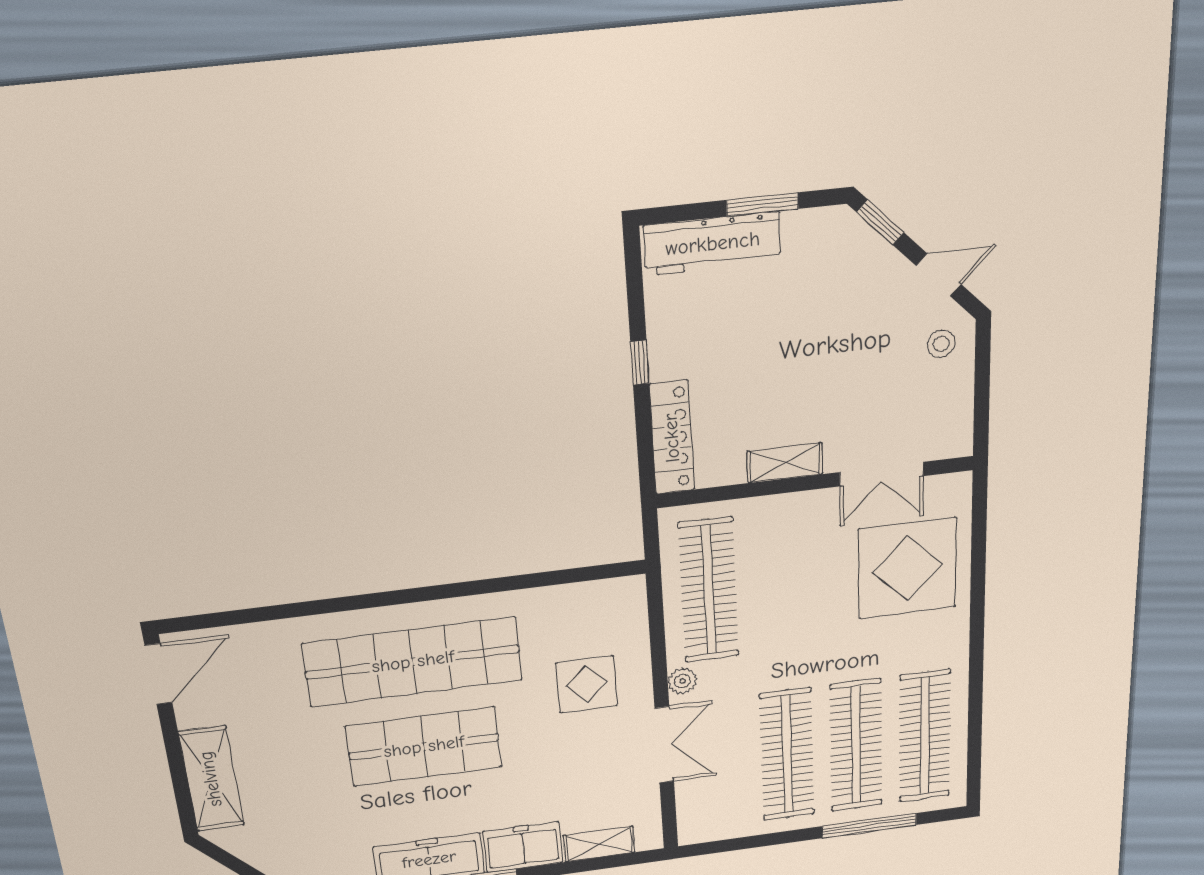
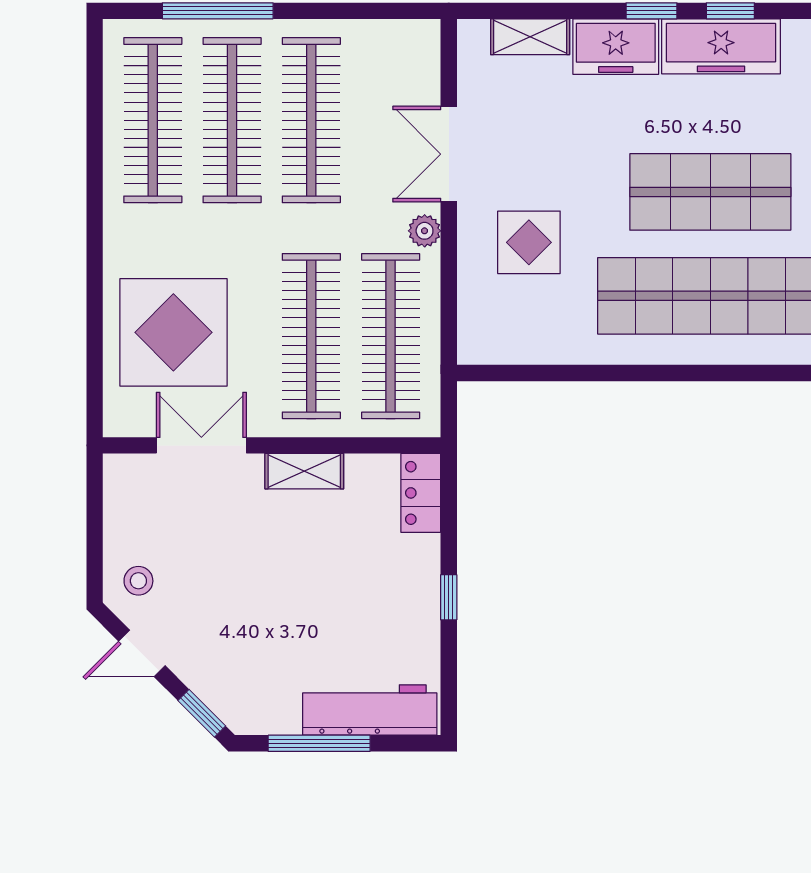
window: (762, 204) -> (319, 743), width x1.44
locker: (672, 438) -> (421, 493), width x0.66
clothes rail: (782, 581) -> (311, 336), added

